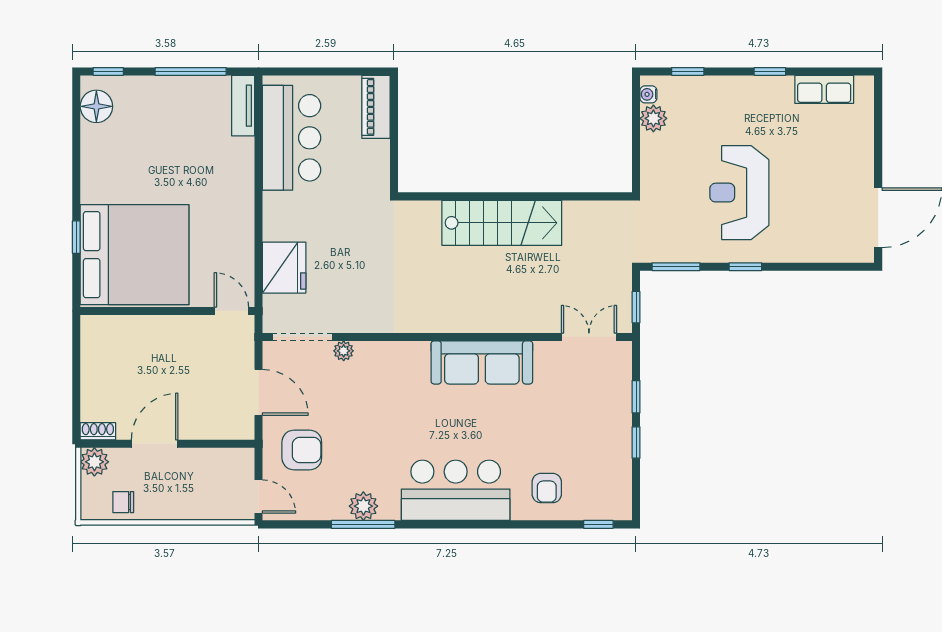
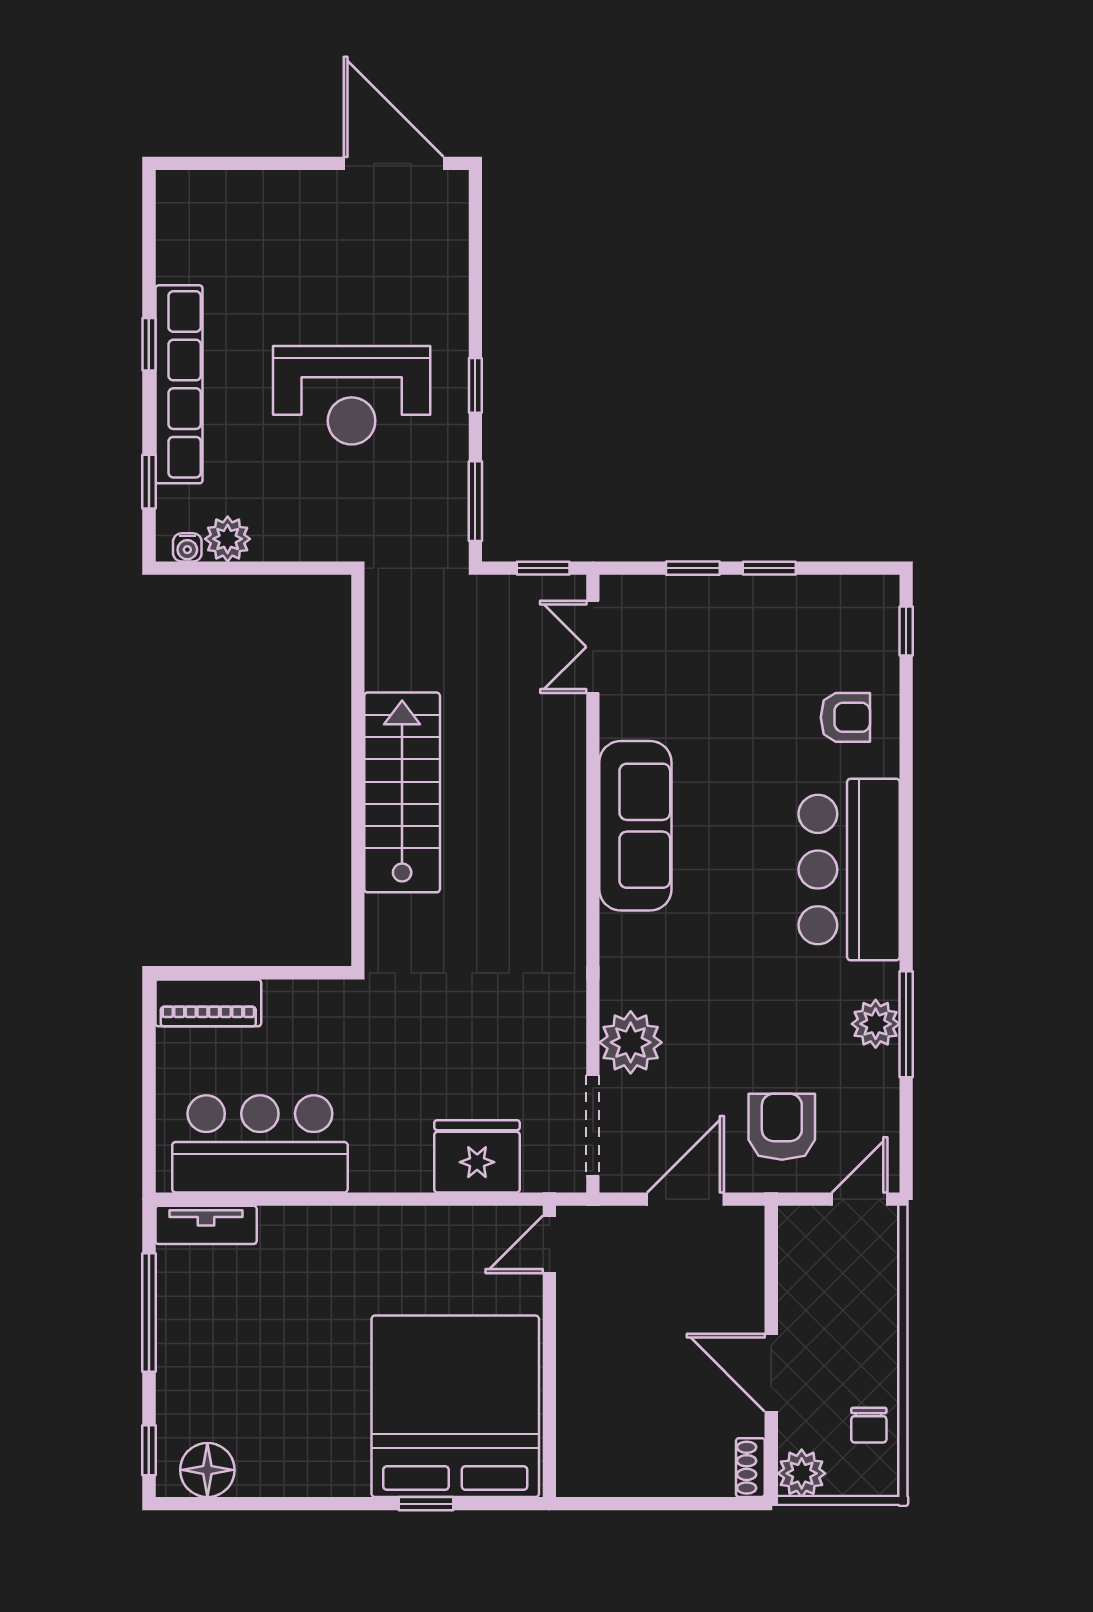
row of seats: (824, 89) -> (179, 384), moved, width x2.02
plant: (344, 351) -> (631, 1042), width x1.88, depth x1.88

